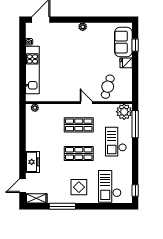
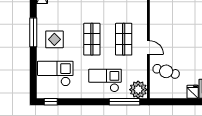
door: (86, 103) -> (148, 48), hinge flipped
window: (62, 206) -> (33, 32), moved

